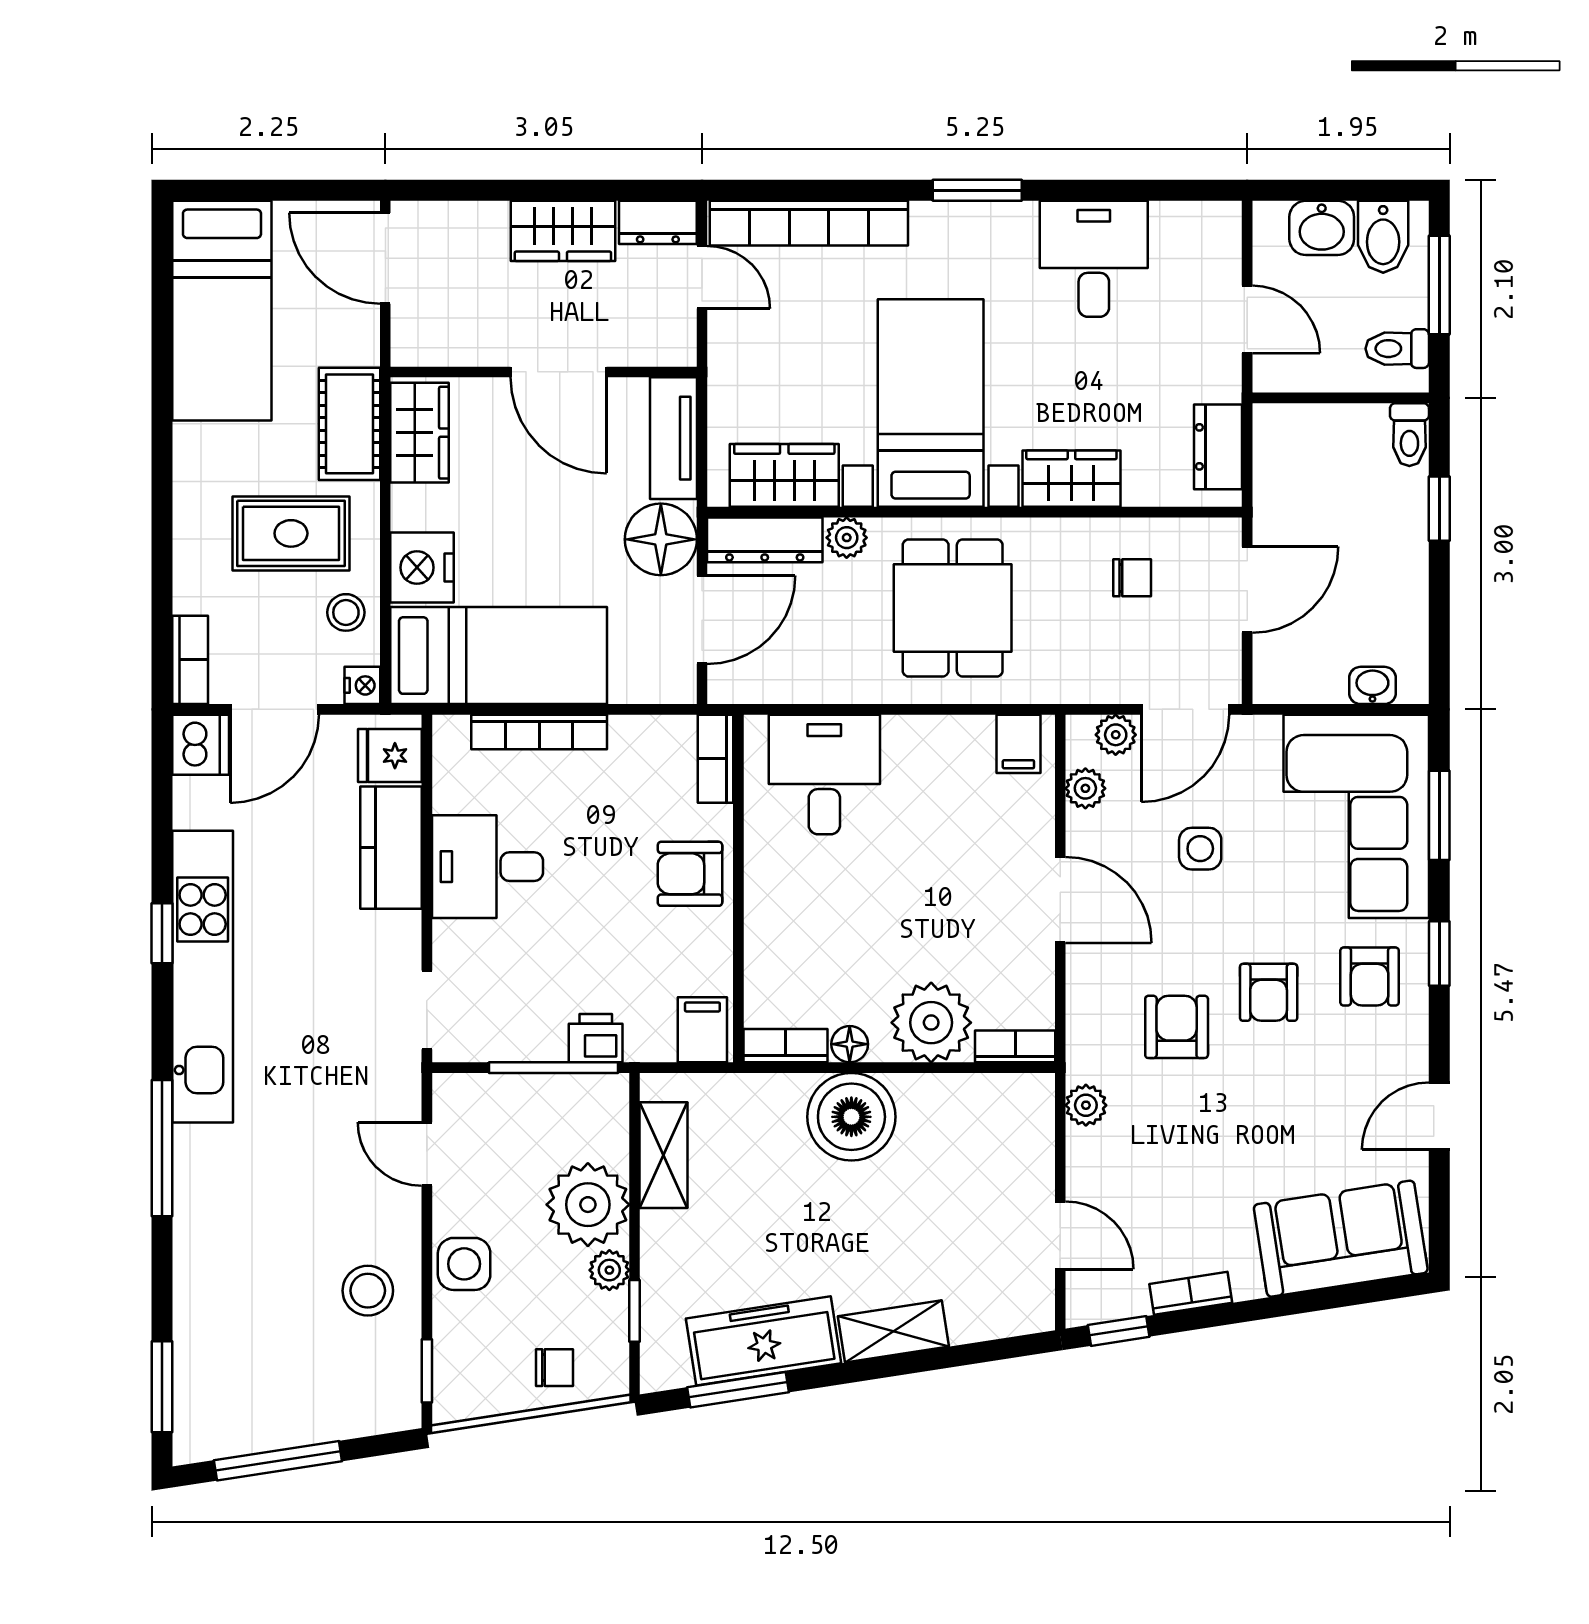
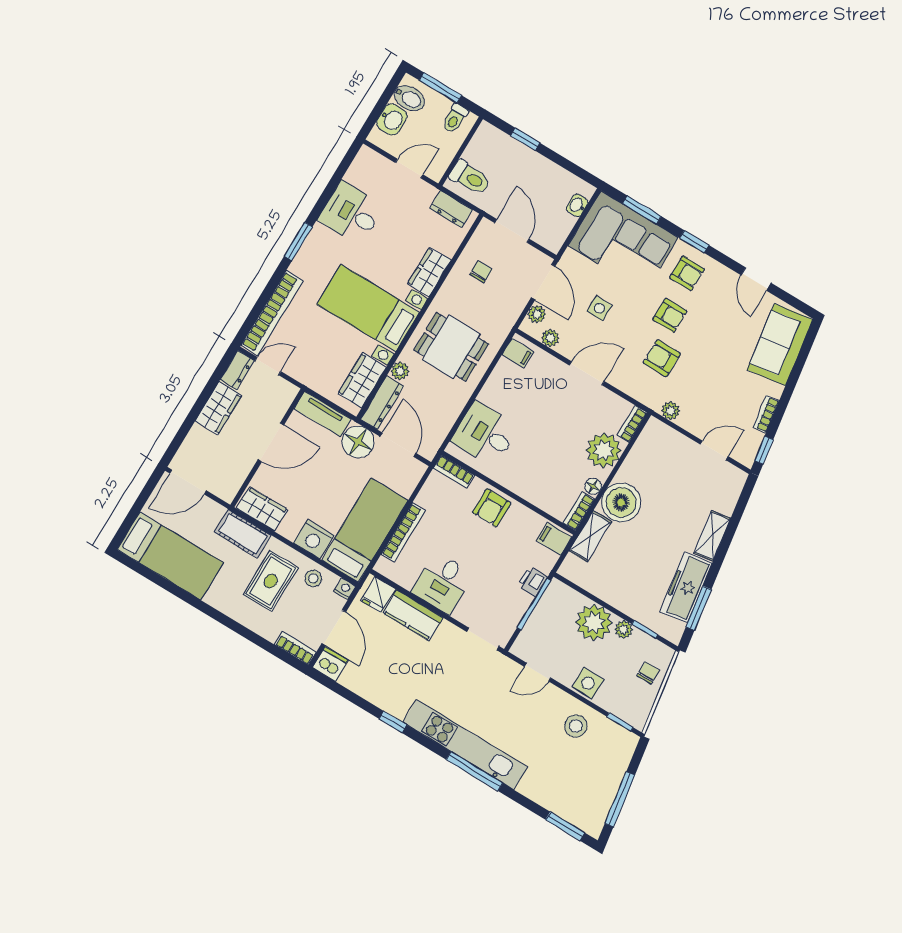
toilet: (1409, 435) -> (470, 178), moved, width x1.37, depth x1.39
kitchen unit: (203, 977) -> (465, 745), moved
shelving: (664, 1155) -> (590, 536), moved, turned 90

